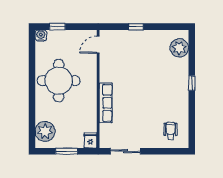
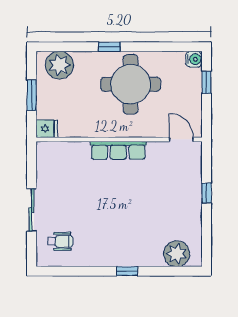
window: (32, 96) -> (109, 47), added
row of seats: (106, 103) -> (118, 150), moved
sliding door: (126, 151) -> (32, 210), moved

